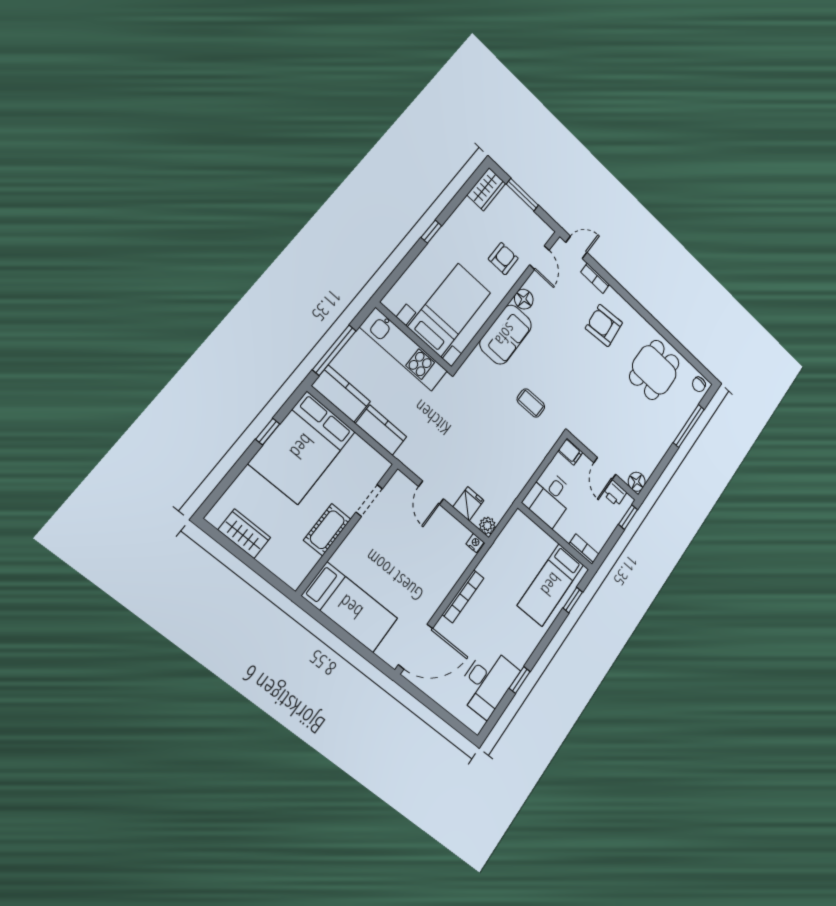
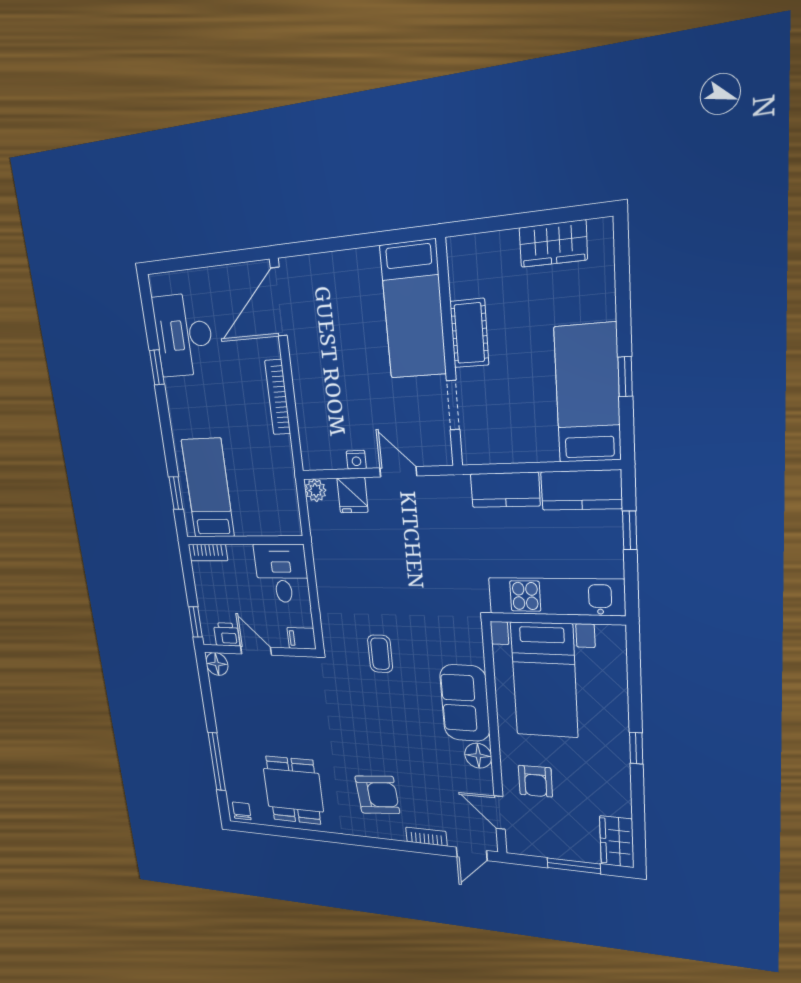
window: (334, 350) -> (630, 530), width x0.46
coffee table: (531, 403) -> (380, 654), turned 90
bed: (302, 447) -> (588, 394), width x0.67
nightstand: (475, 543) -> (356, 460), moved
bed: (350, 607) -> (413, 310), moved, turned -90

